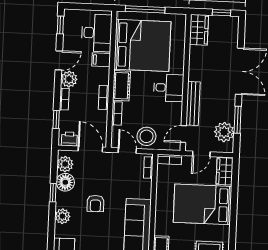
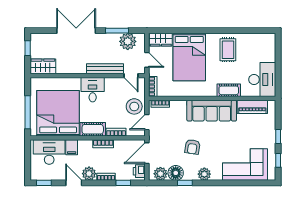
armchair: (95, 204) -> (192, 147), turned 100

